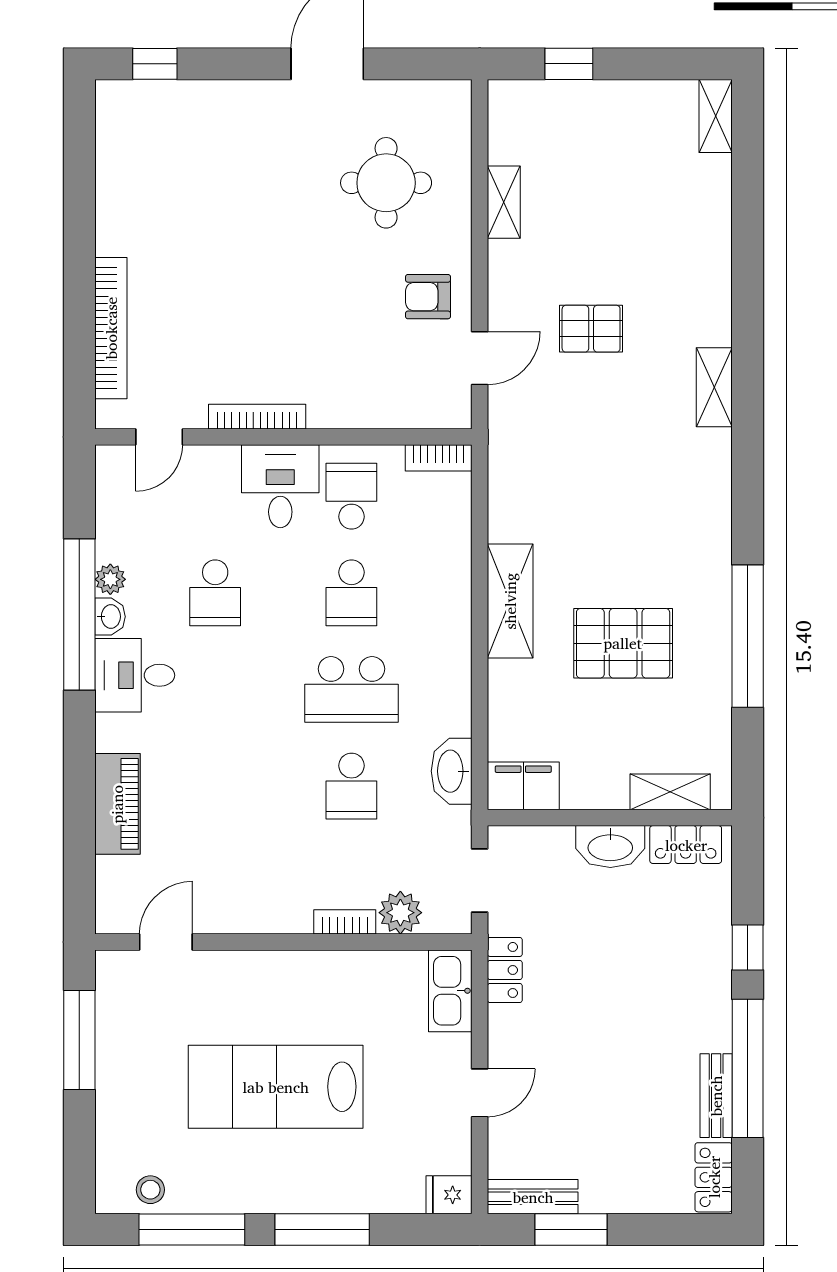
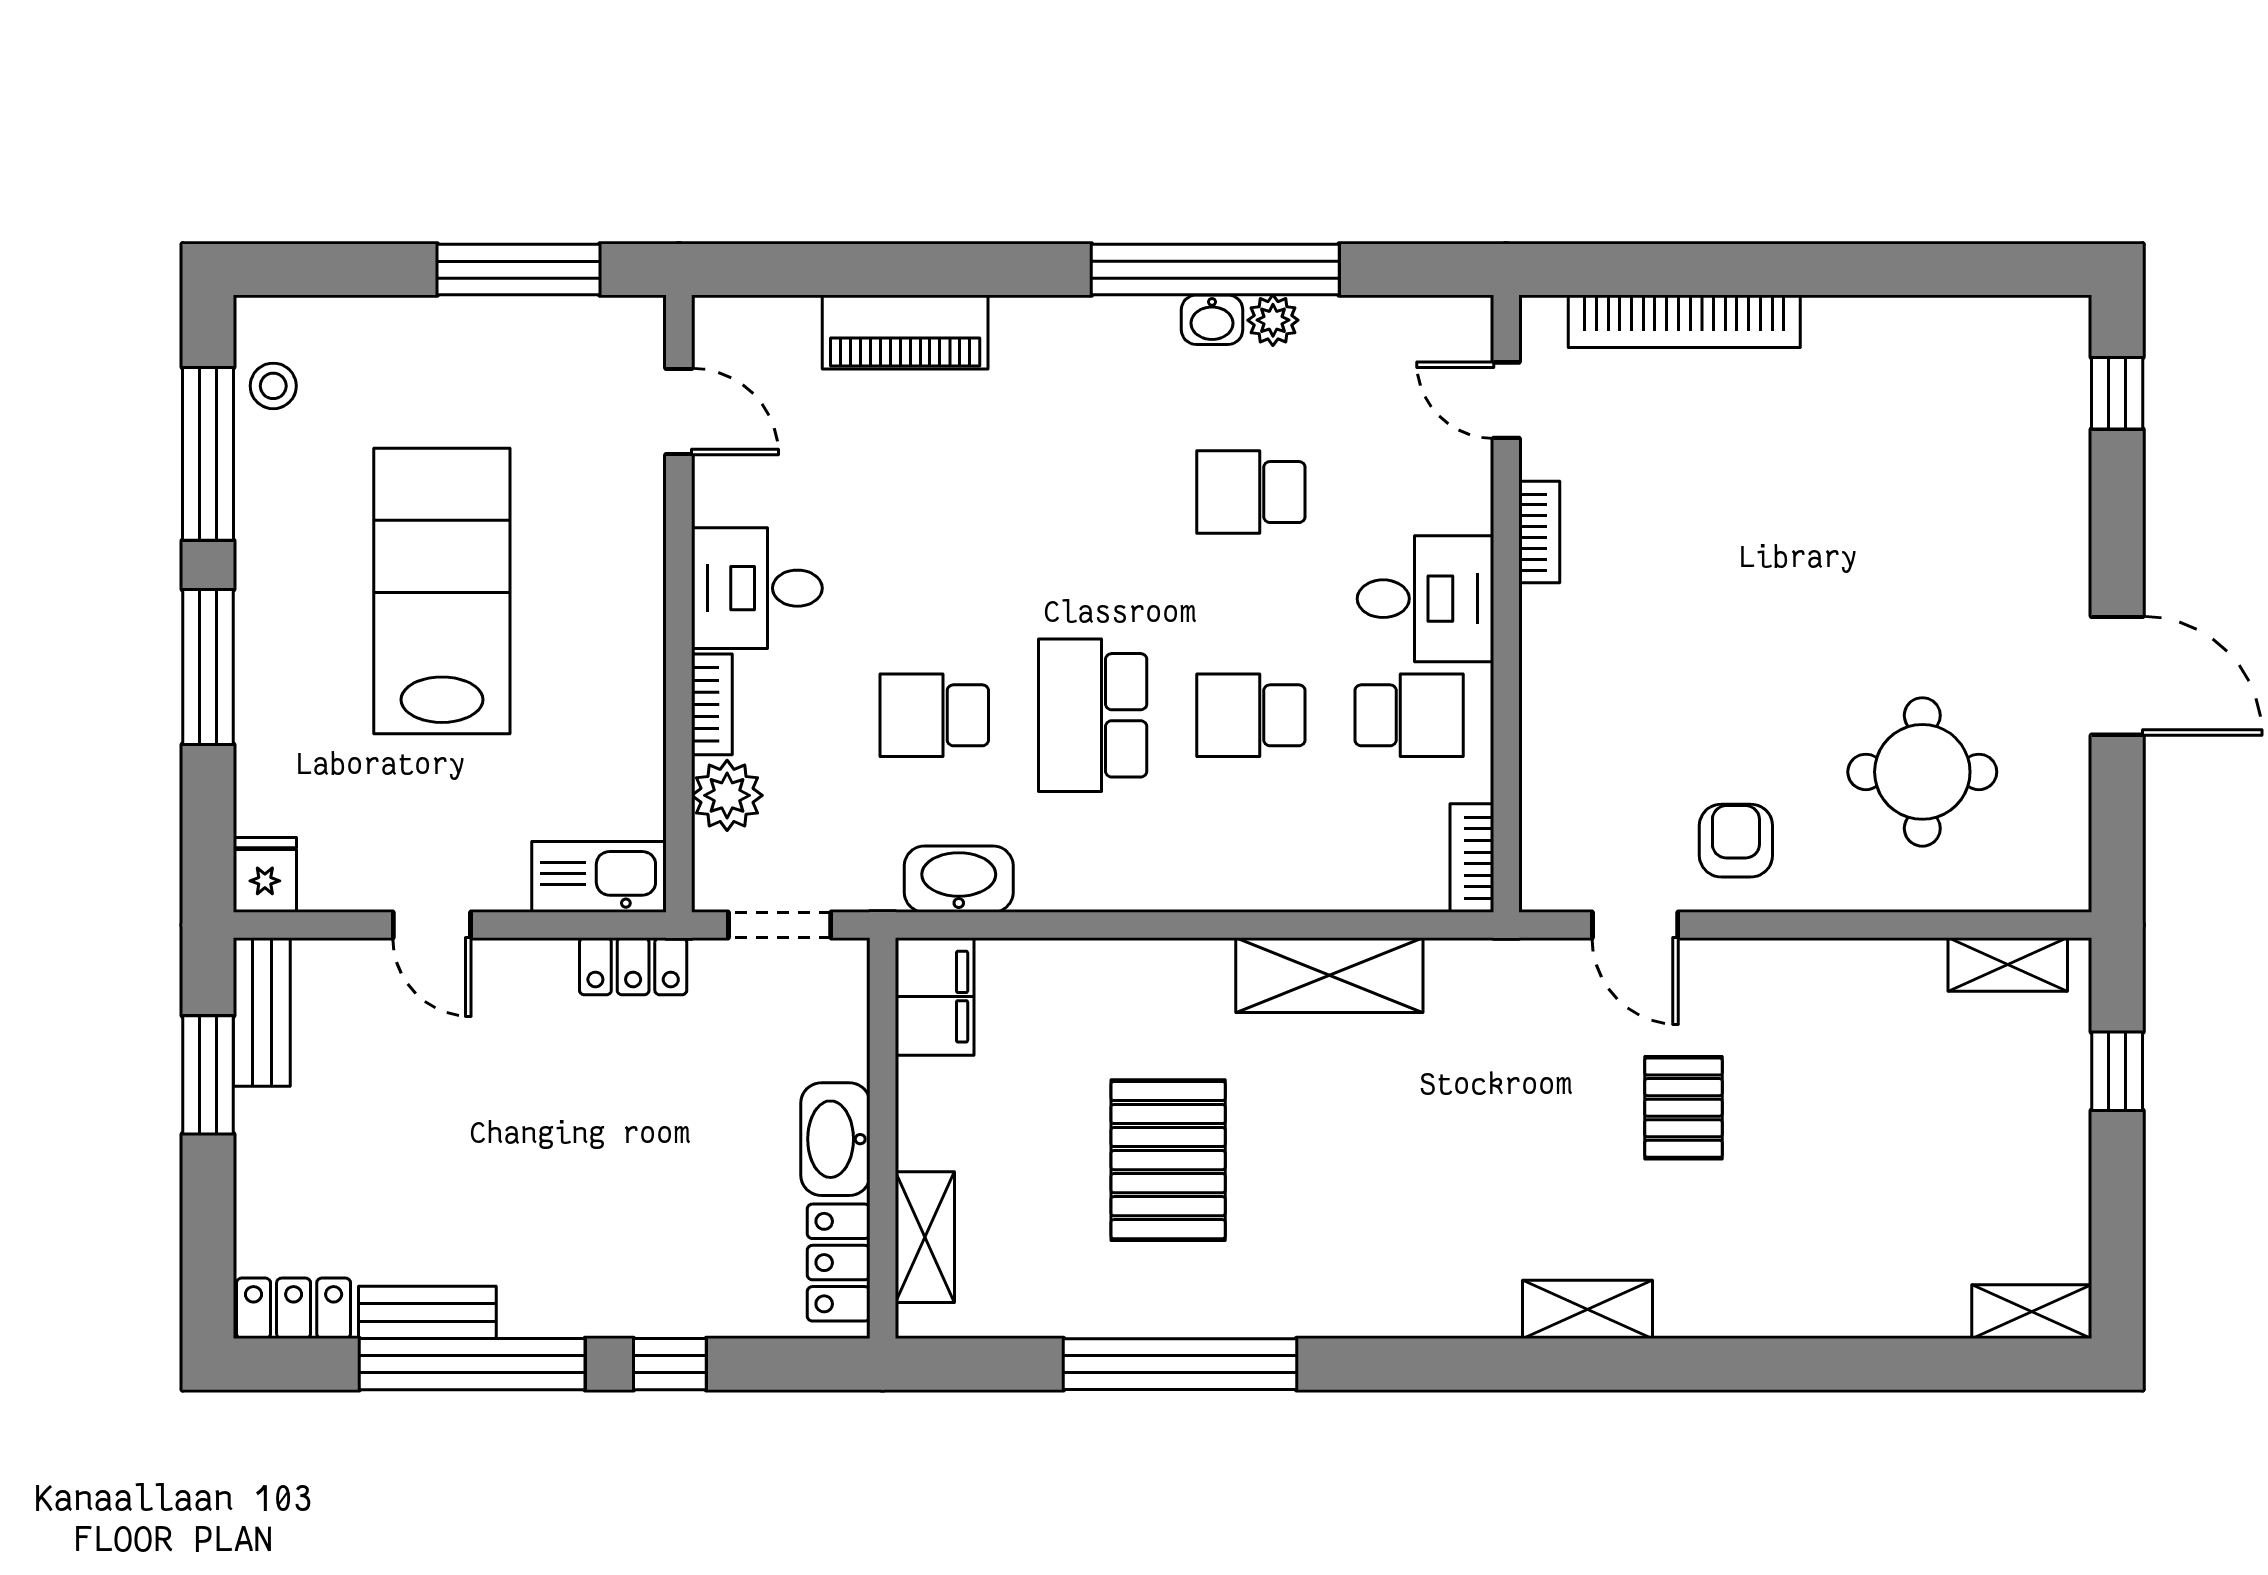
shelving: (504, 202) -> (2008, 965), moved
bookcase: (257, 417) -> (1539, 532), width x0.64
shelving: (510, 601) -> (1329, 975), moved
desk: (135, 675) -> (757, 588), moved, turned -90

